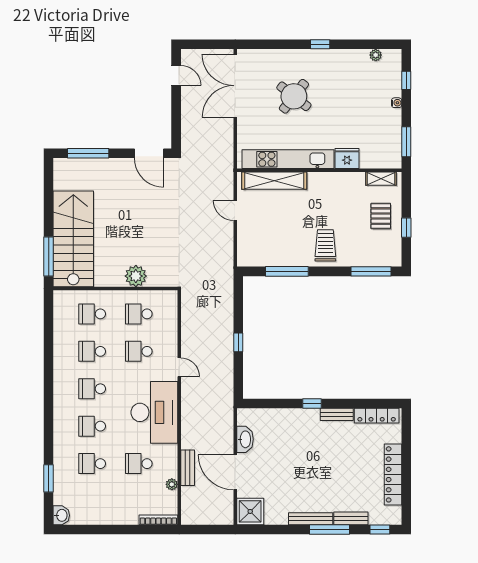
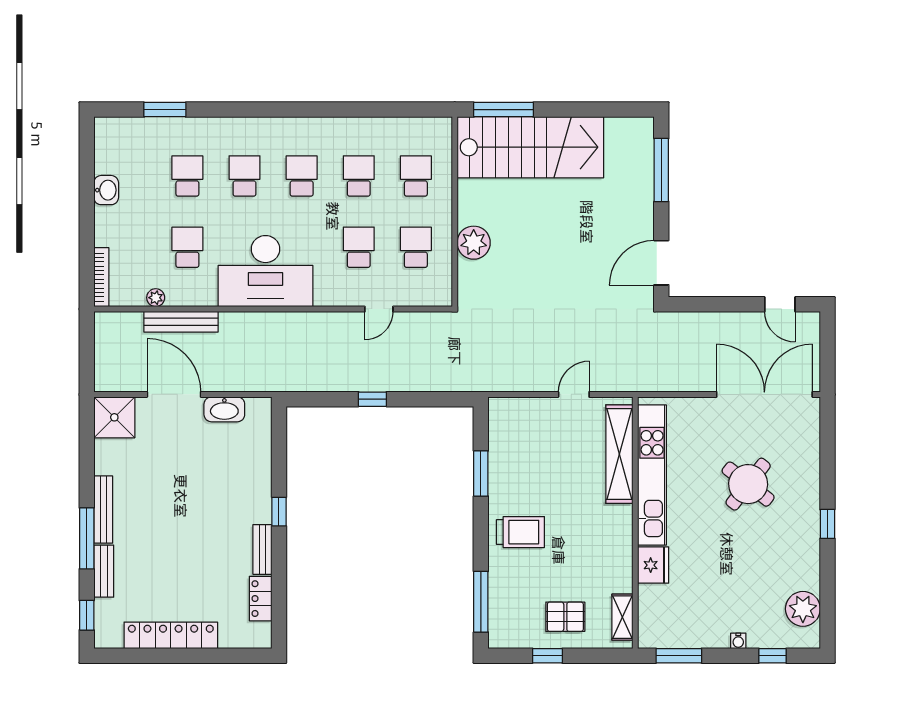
plant: (376, 55) -> (803, 609), width x1.88, depth x1.88
door: (176, 75) -> (780, 304), hinge flipped
window: (287, 271) -> (481, 474), width x0.69
door: (179, 367) -> (379, 309), moved
locker: (377, 416) -> (261, 599), width x0.66
bench: (188, 468) -> (181, 322), width x1.36
door: (235, 472) -> (174, 394), hinge flipped
washbasin: (61, 515) -> (106, 190), moved, turned -90

